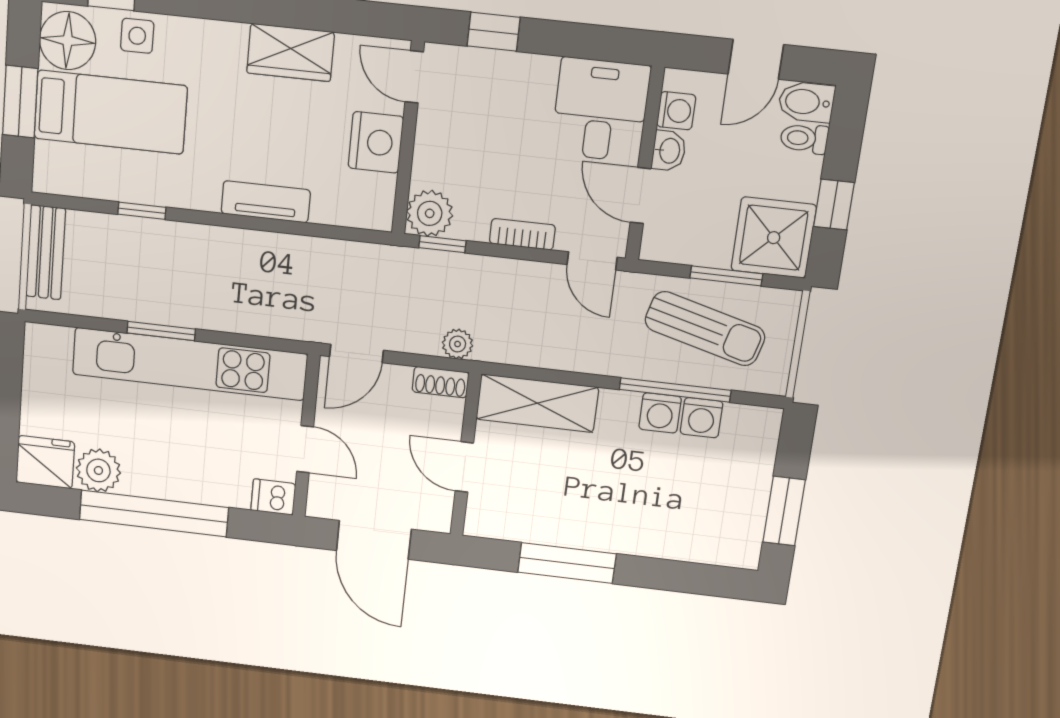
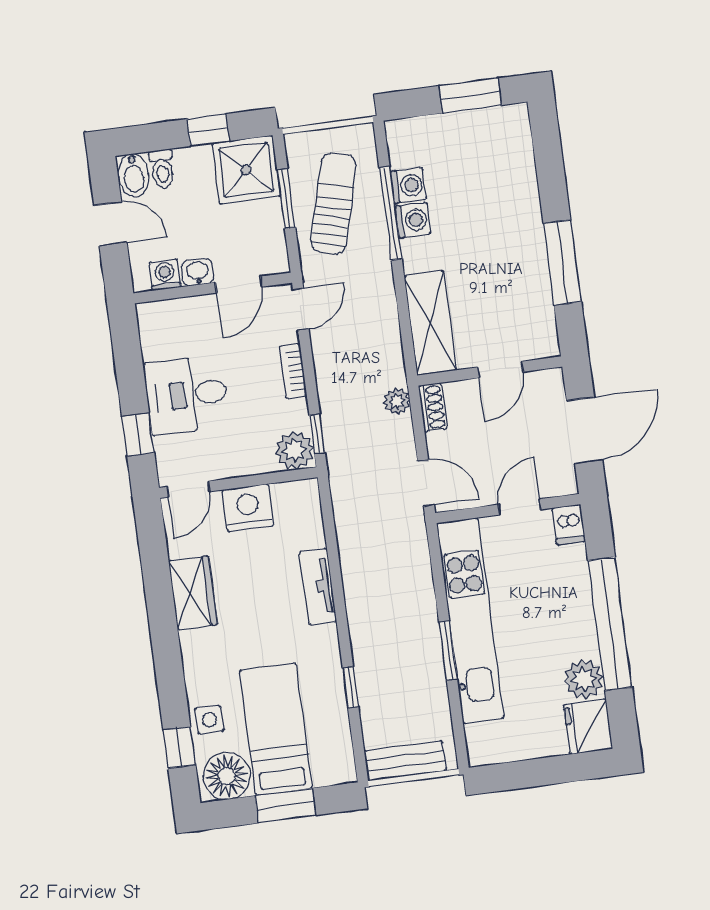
desk: (600, 110) -> (186, 395), moved

